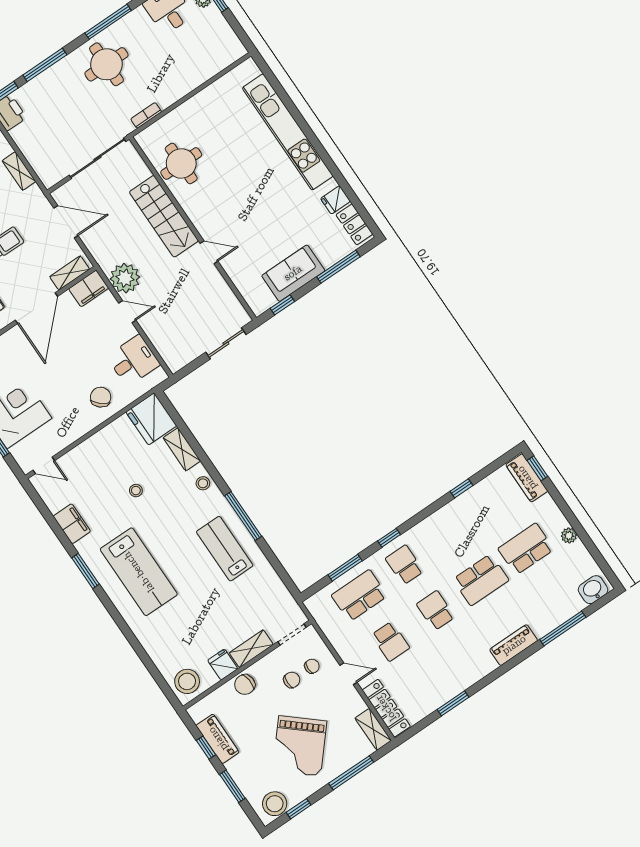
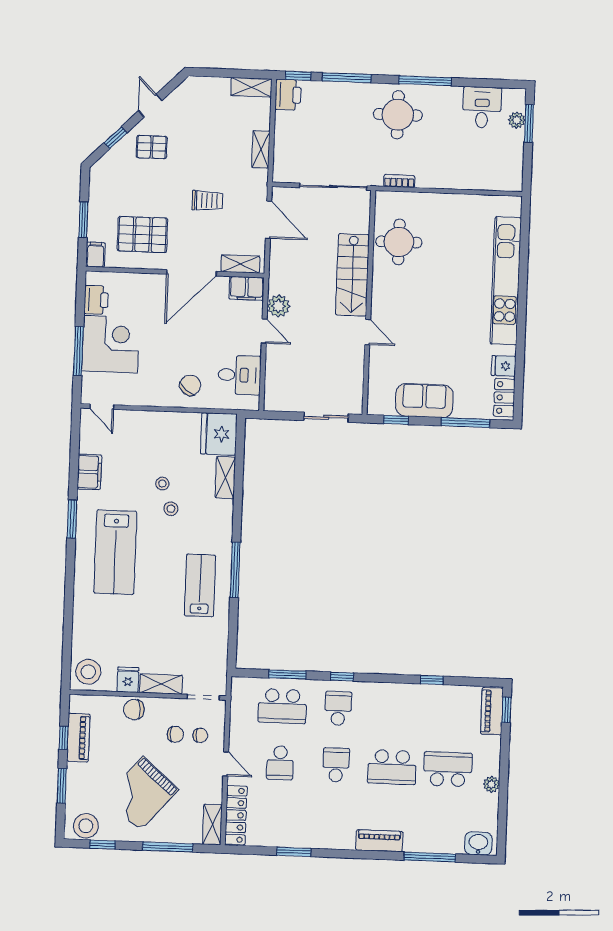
plant: (125, 278) -> (279, 306), width x0.73, depth x0.73
stool: (203, 483) -> (171, 509), moved
school desk: (359, 596) -> (282, 706), turned 180

